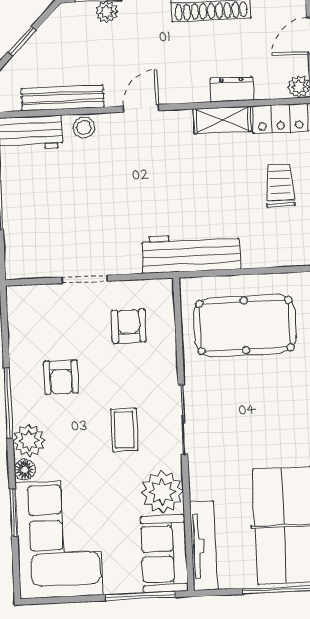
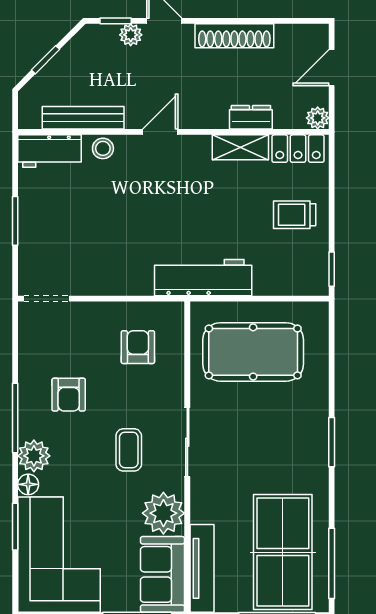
trolley: (280, 185) -> (295, 215), turned -90
doorway: (85, 279) -> (47, 299), moved

